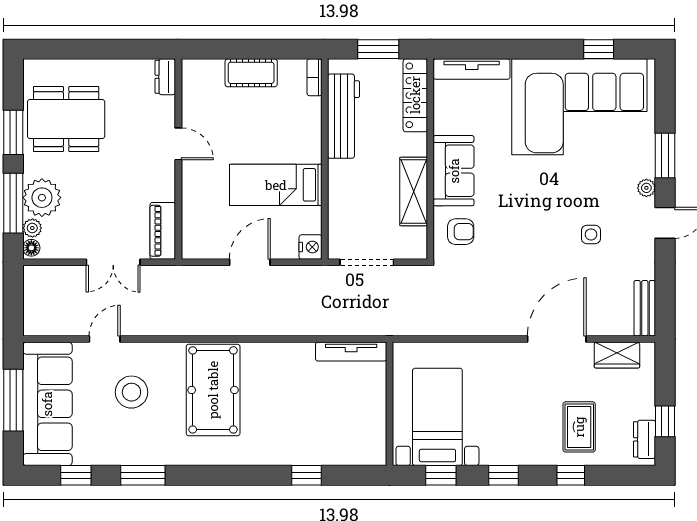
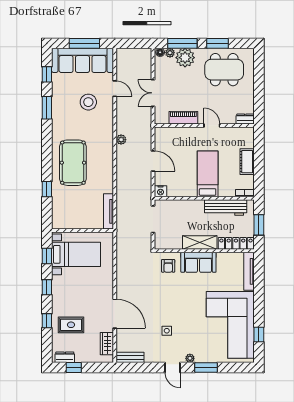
dining table: (66, 119) -> (224, 70), turned 90
door: (178, 144) -> (212, 125), swing flipped
bed: (276, 185) -> (208, 174), moved
shelving: (414, 191) -> (200, 243), moved
piano: (163, 231) -> (183, 118), moved
plant: (207, 326) -> (121, 140), added
pool table: (213, 390) -> (73, 163), moved, turned 90

